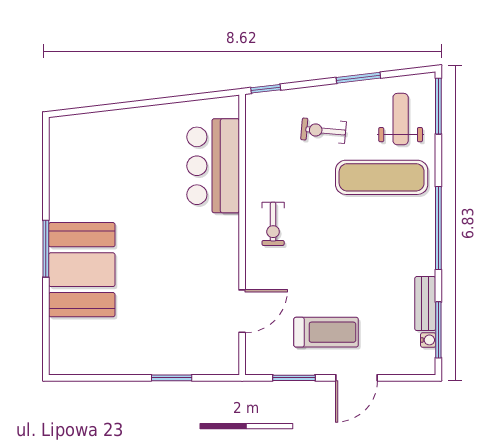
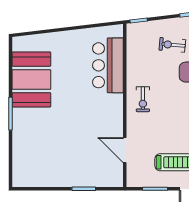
booth: (82, 270) -> (31, 79), moved
door: (242, 311) -> (125, 150), swing flipped

